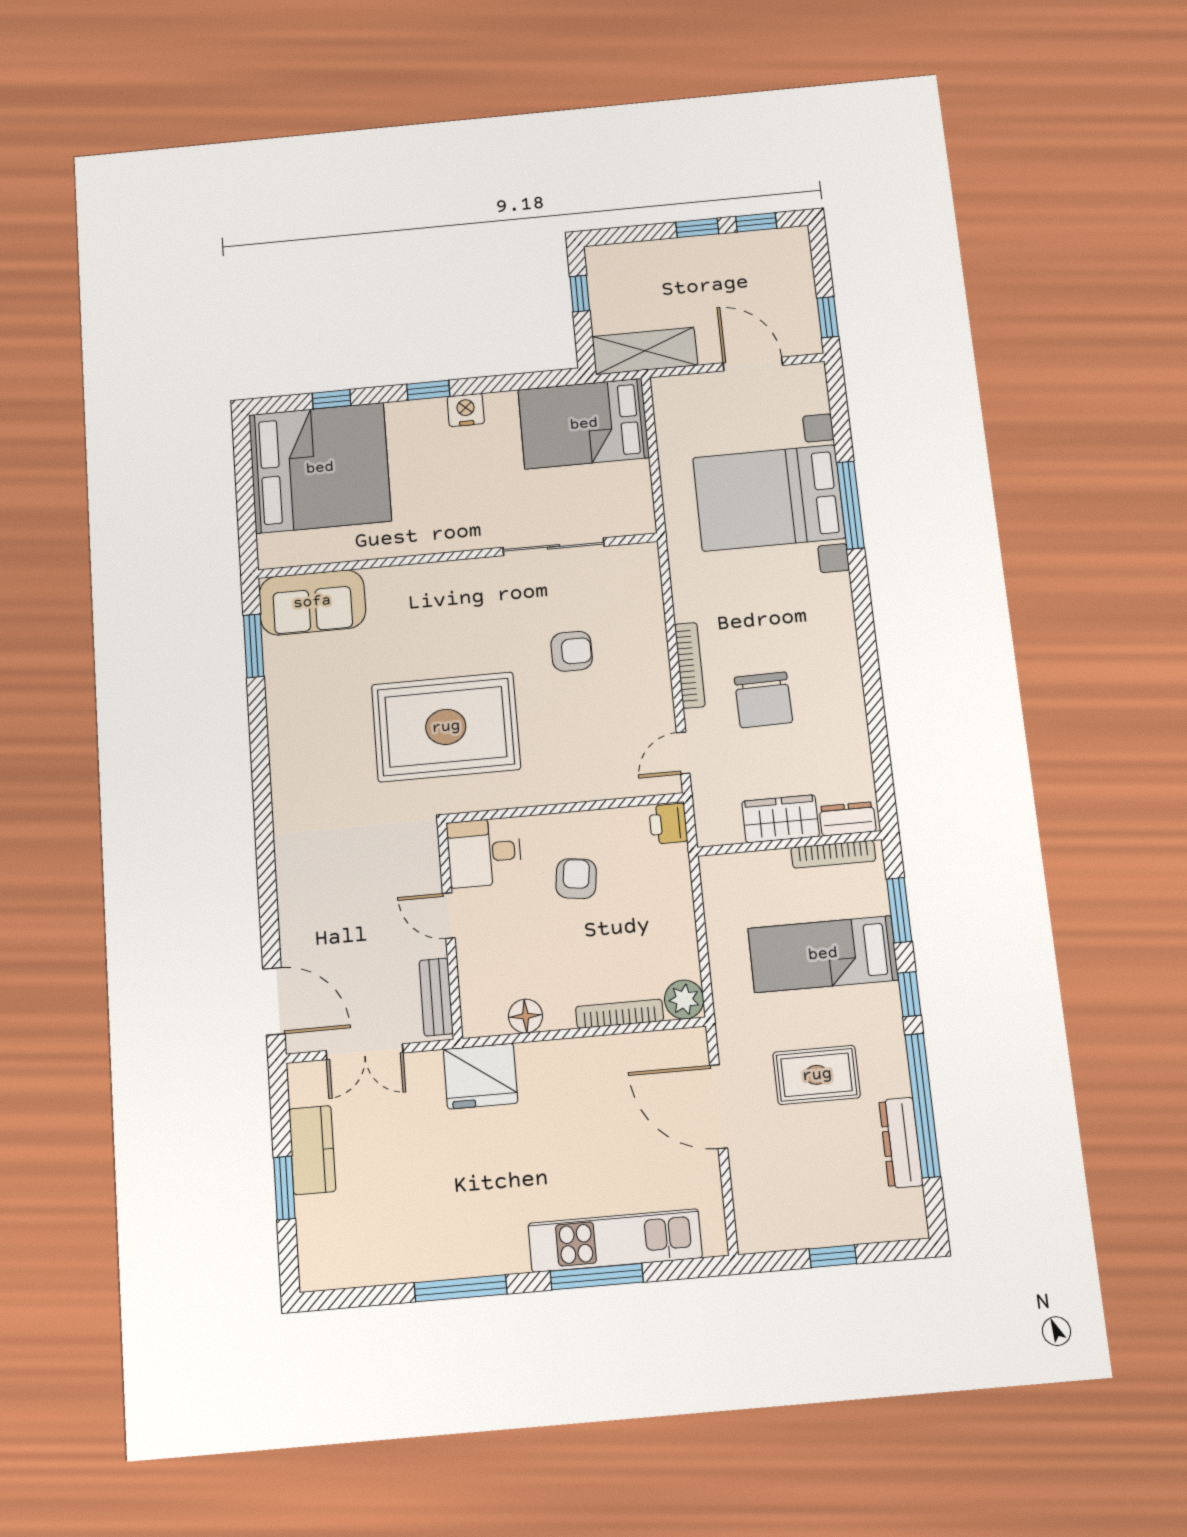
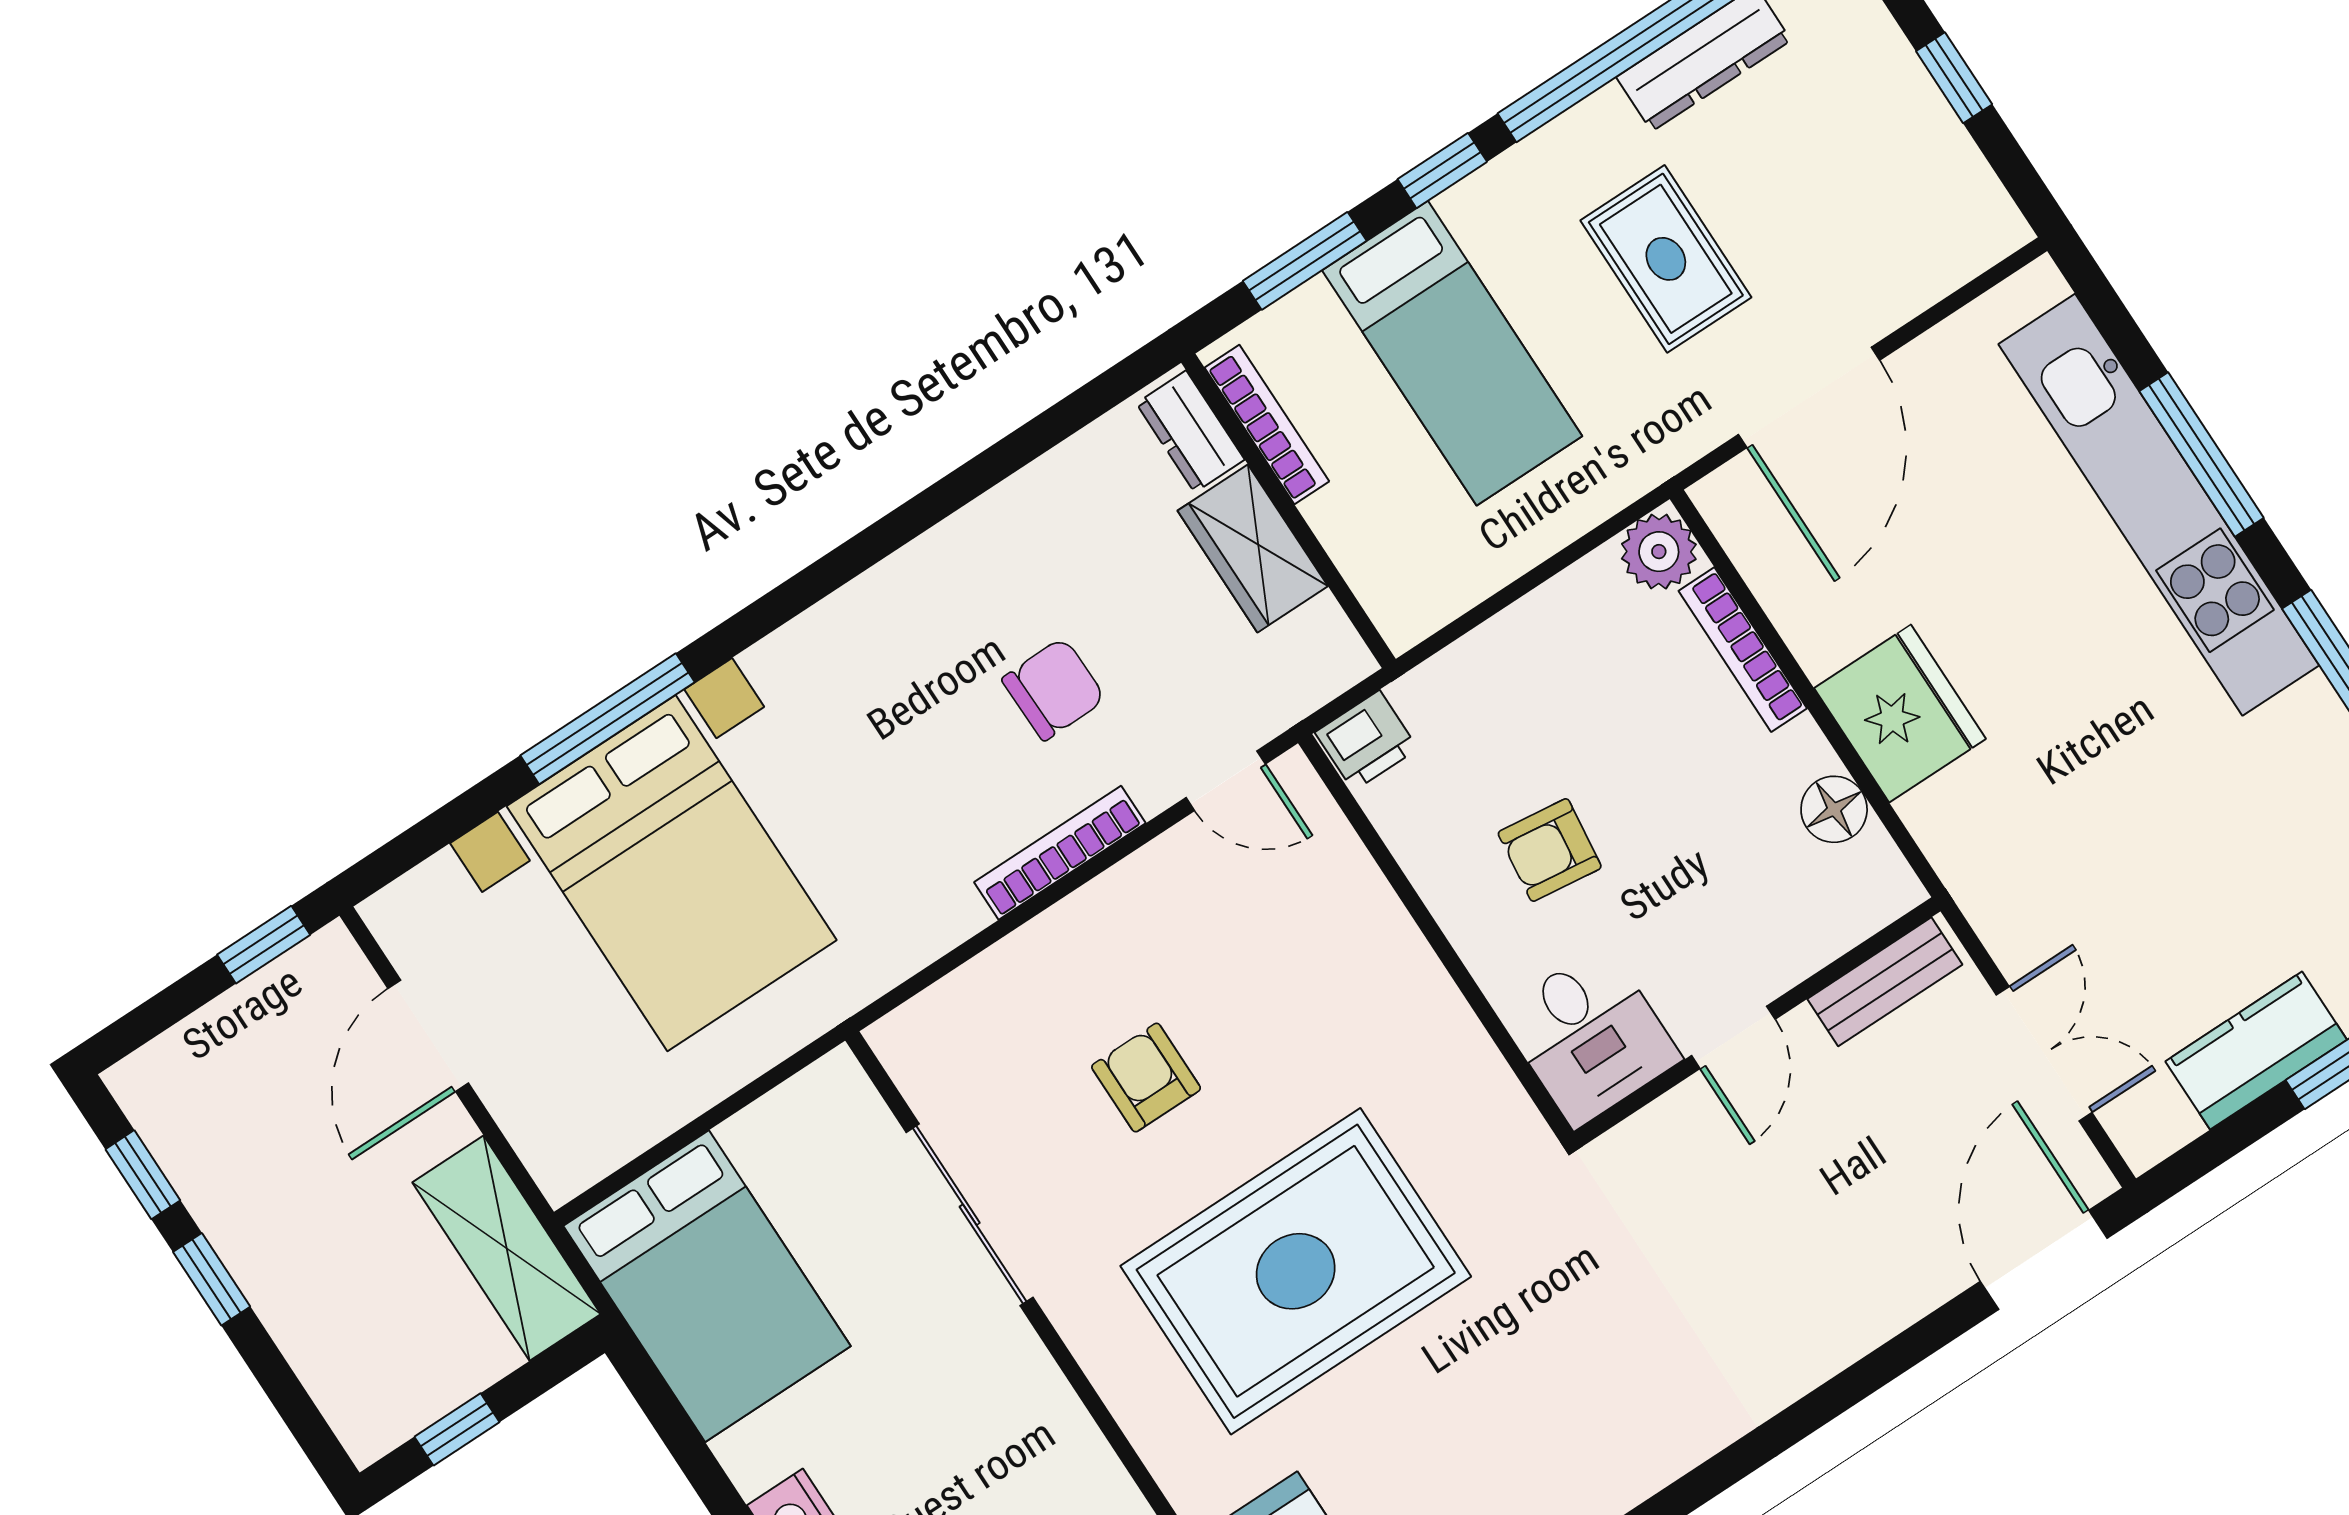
chair: (763, 700) -> (1054, 689), width x0.73, depth x0.73
rug: (446, 727) -> (1296, 1271), moved, turned 90
fridge: (481, 1076) -> (1900, 713), moved
kitchen unit: (615, 1241) -> (2159, 505), width x1.36

